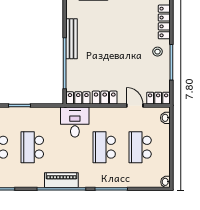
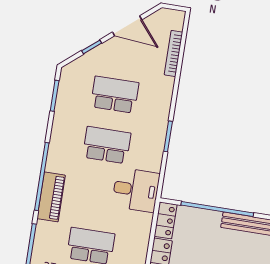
desk: (75, 122) -> (136, 190), moved
piano: (61, 180) -> (51, 197), moved

